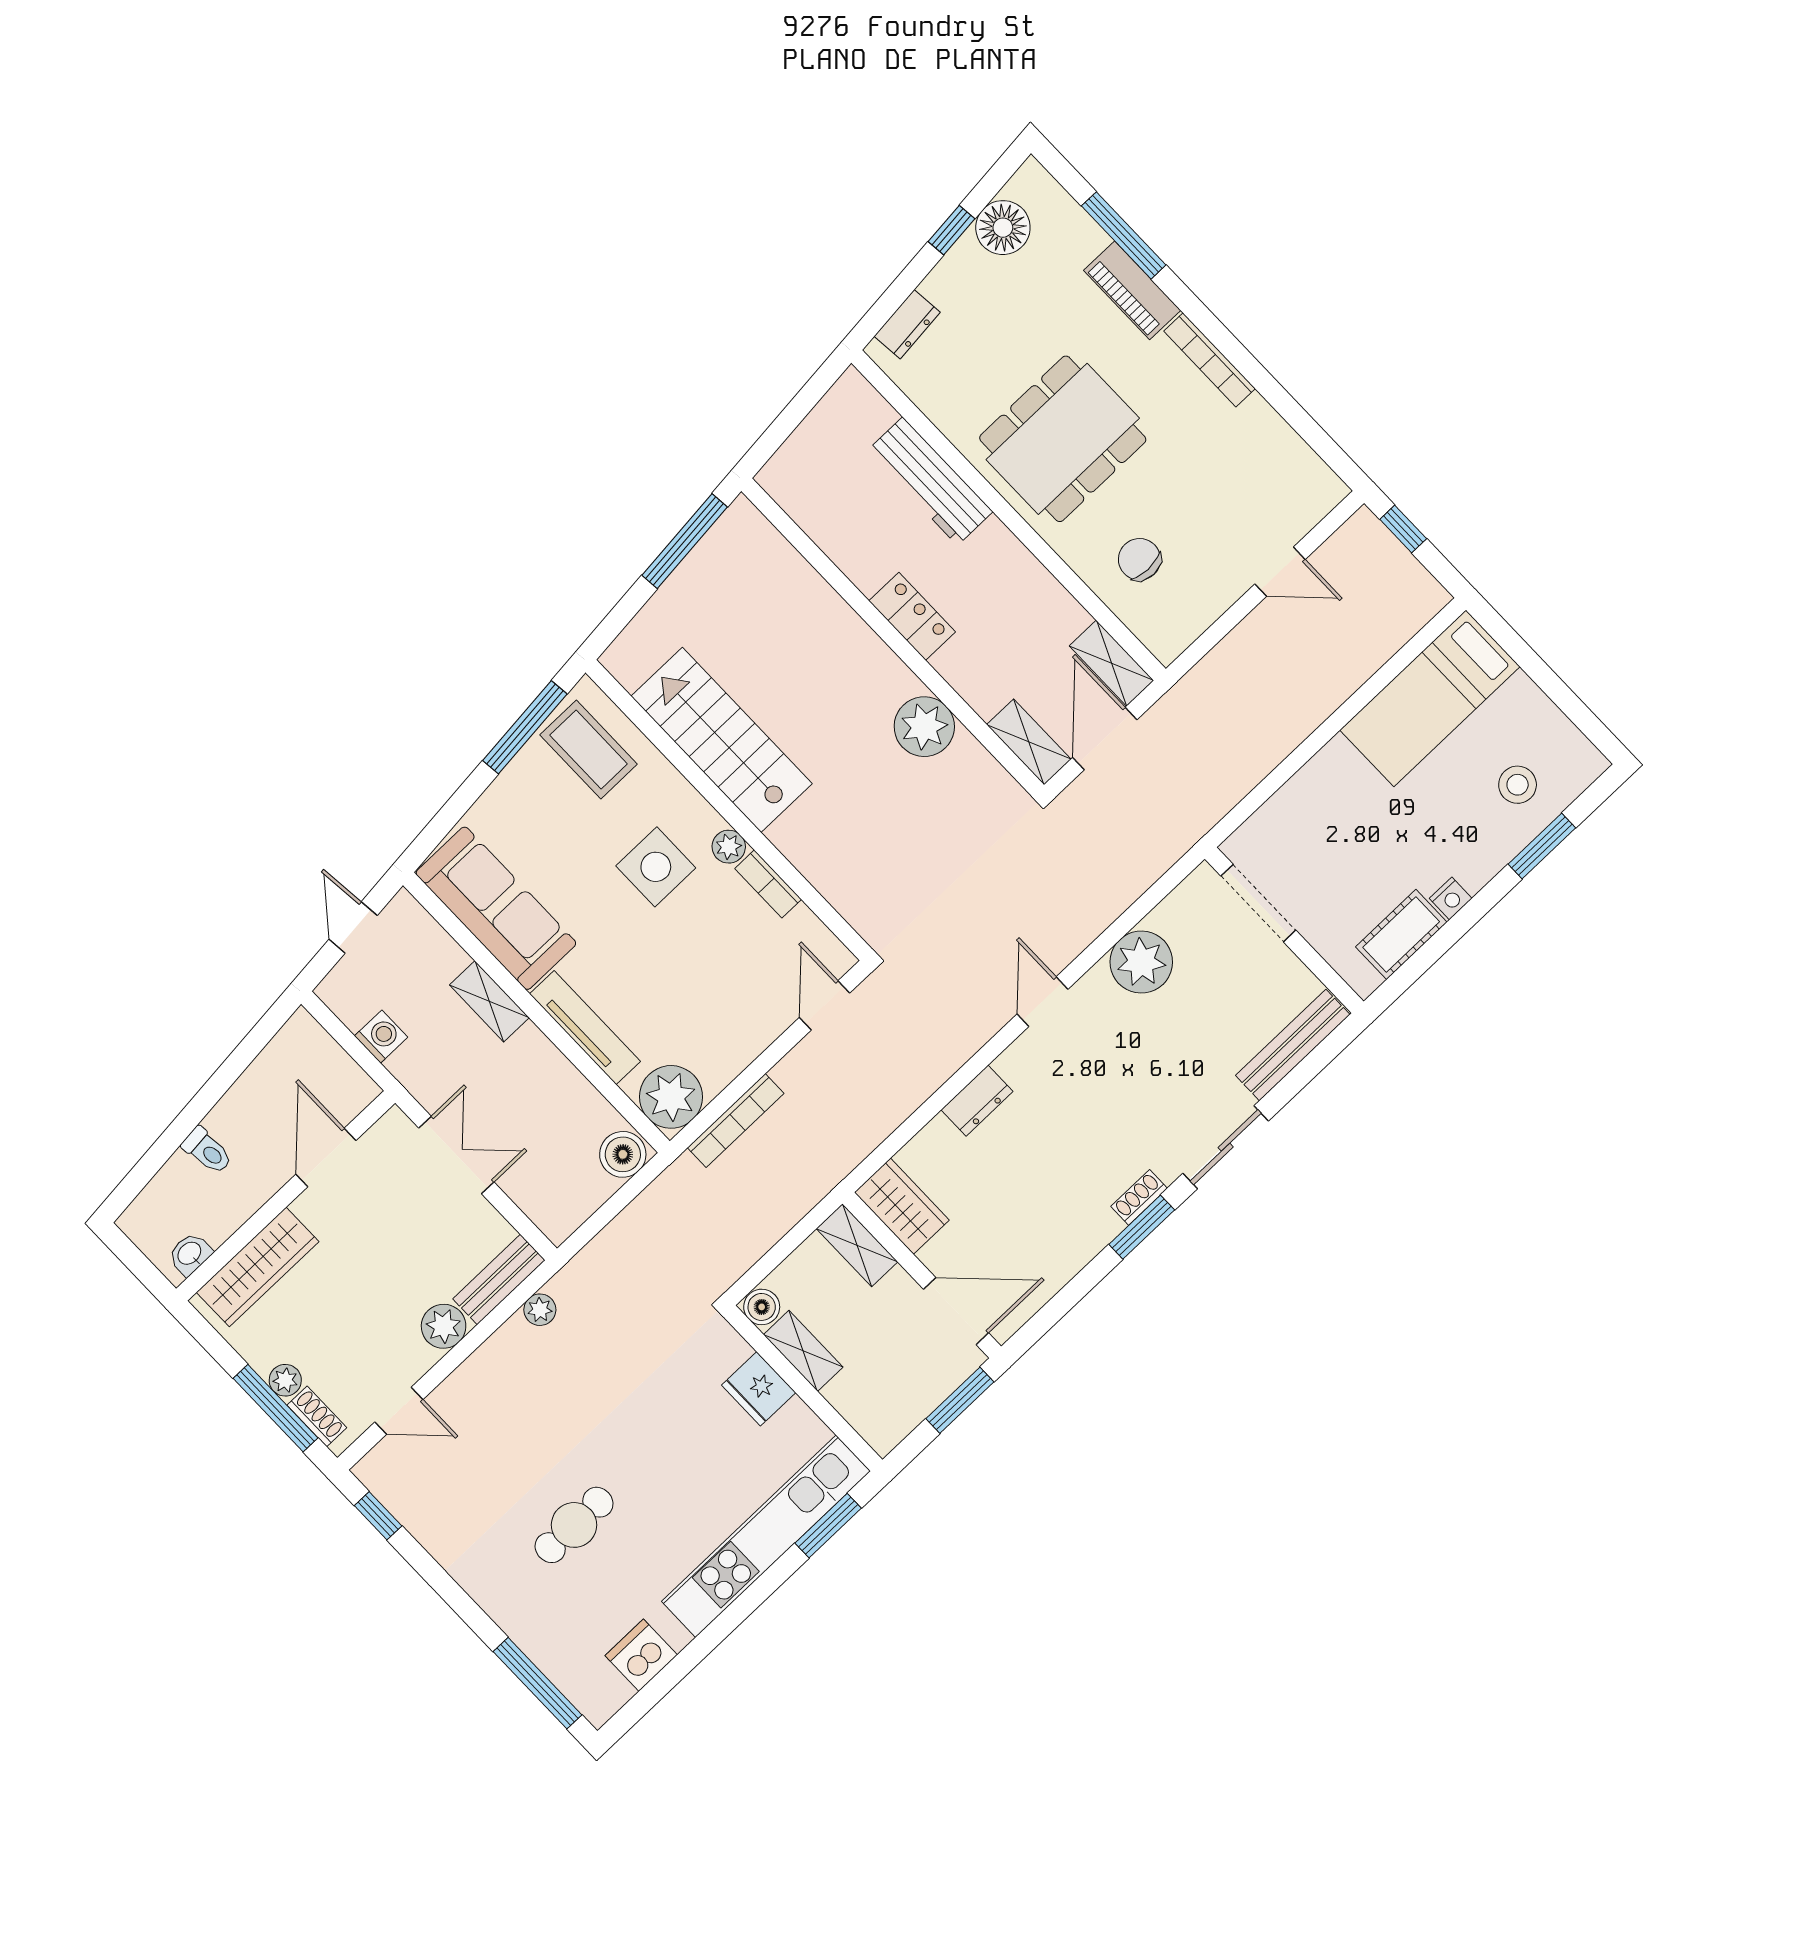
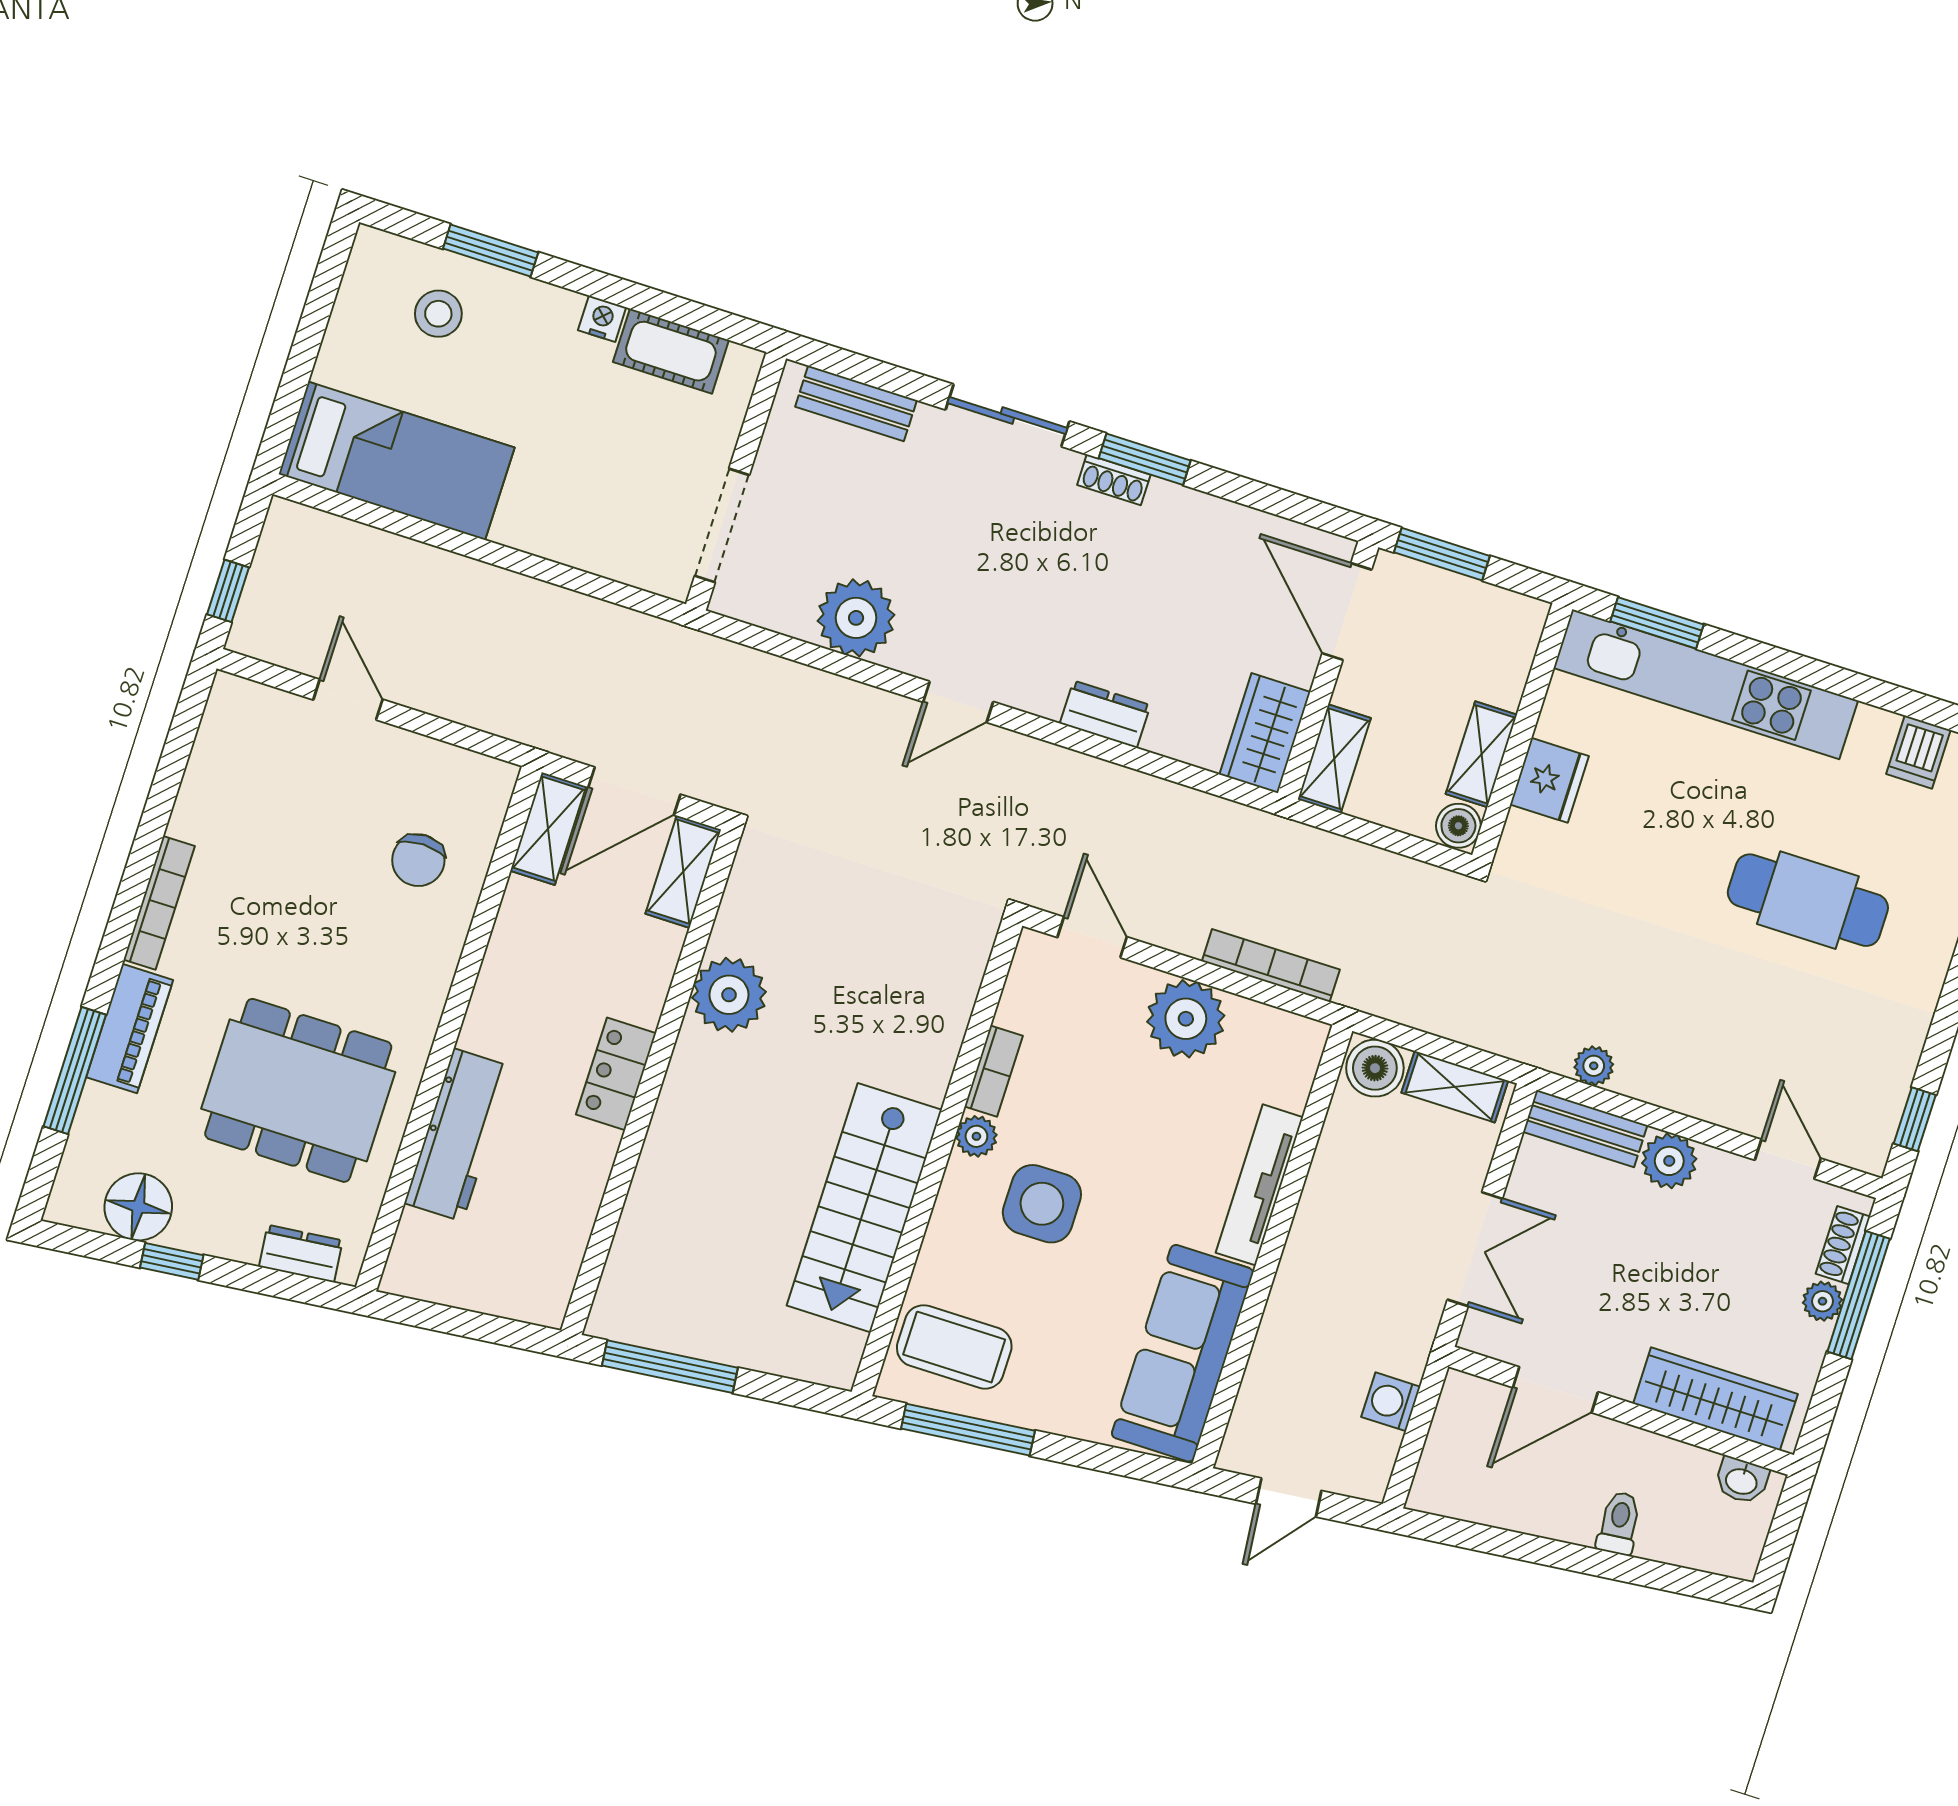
dining table: (1063, 439) -> (298, 1090), moved
coffee table: (589, 750) -> (954, 1347), turned 90
shelving: (489, 1001) -> (1455, 1087), moved, turned 90
door: (825, 1005) -> (1092, 937), swing flipped
bench: (1293, 1045) -> (856, 403), width x0.73
plant: (671, 1097) -> (1186, 1019), moved
double door: (456, 1155) -> (1475, 1249), swing flipped
cafe table: (574, 1525) -> (1808, 900), width x1.37, depth x1.35
dishwasher: (641, 1655) -> (1918, 752), width x0.73

